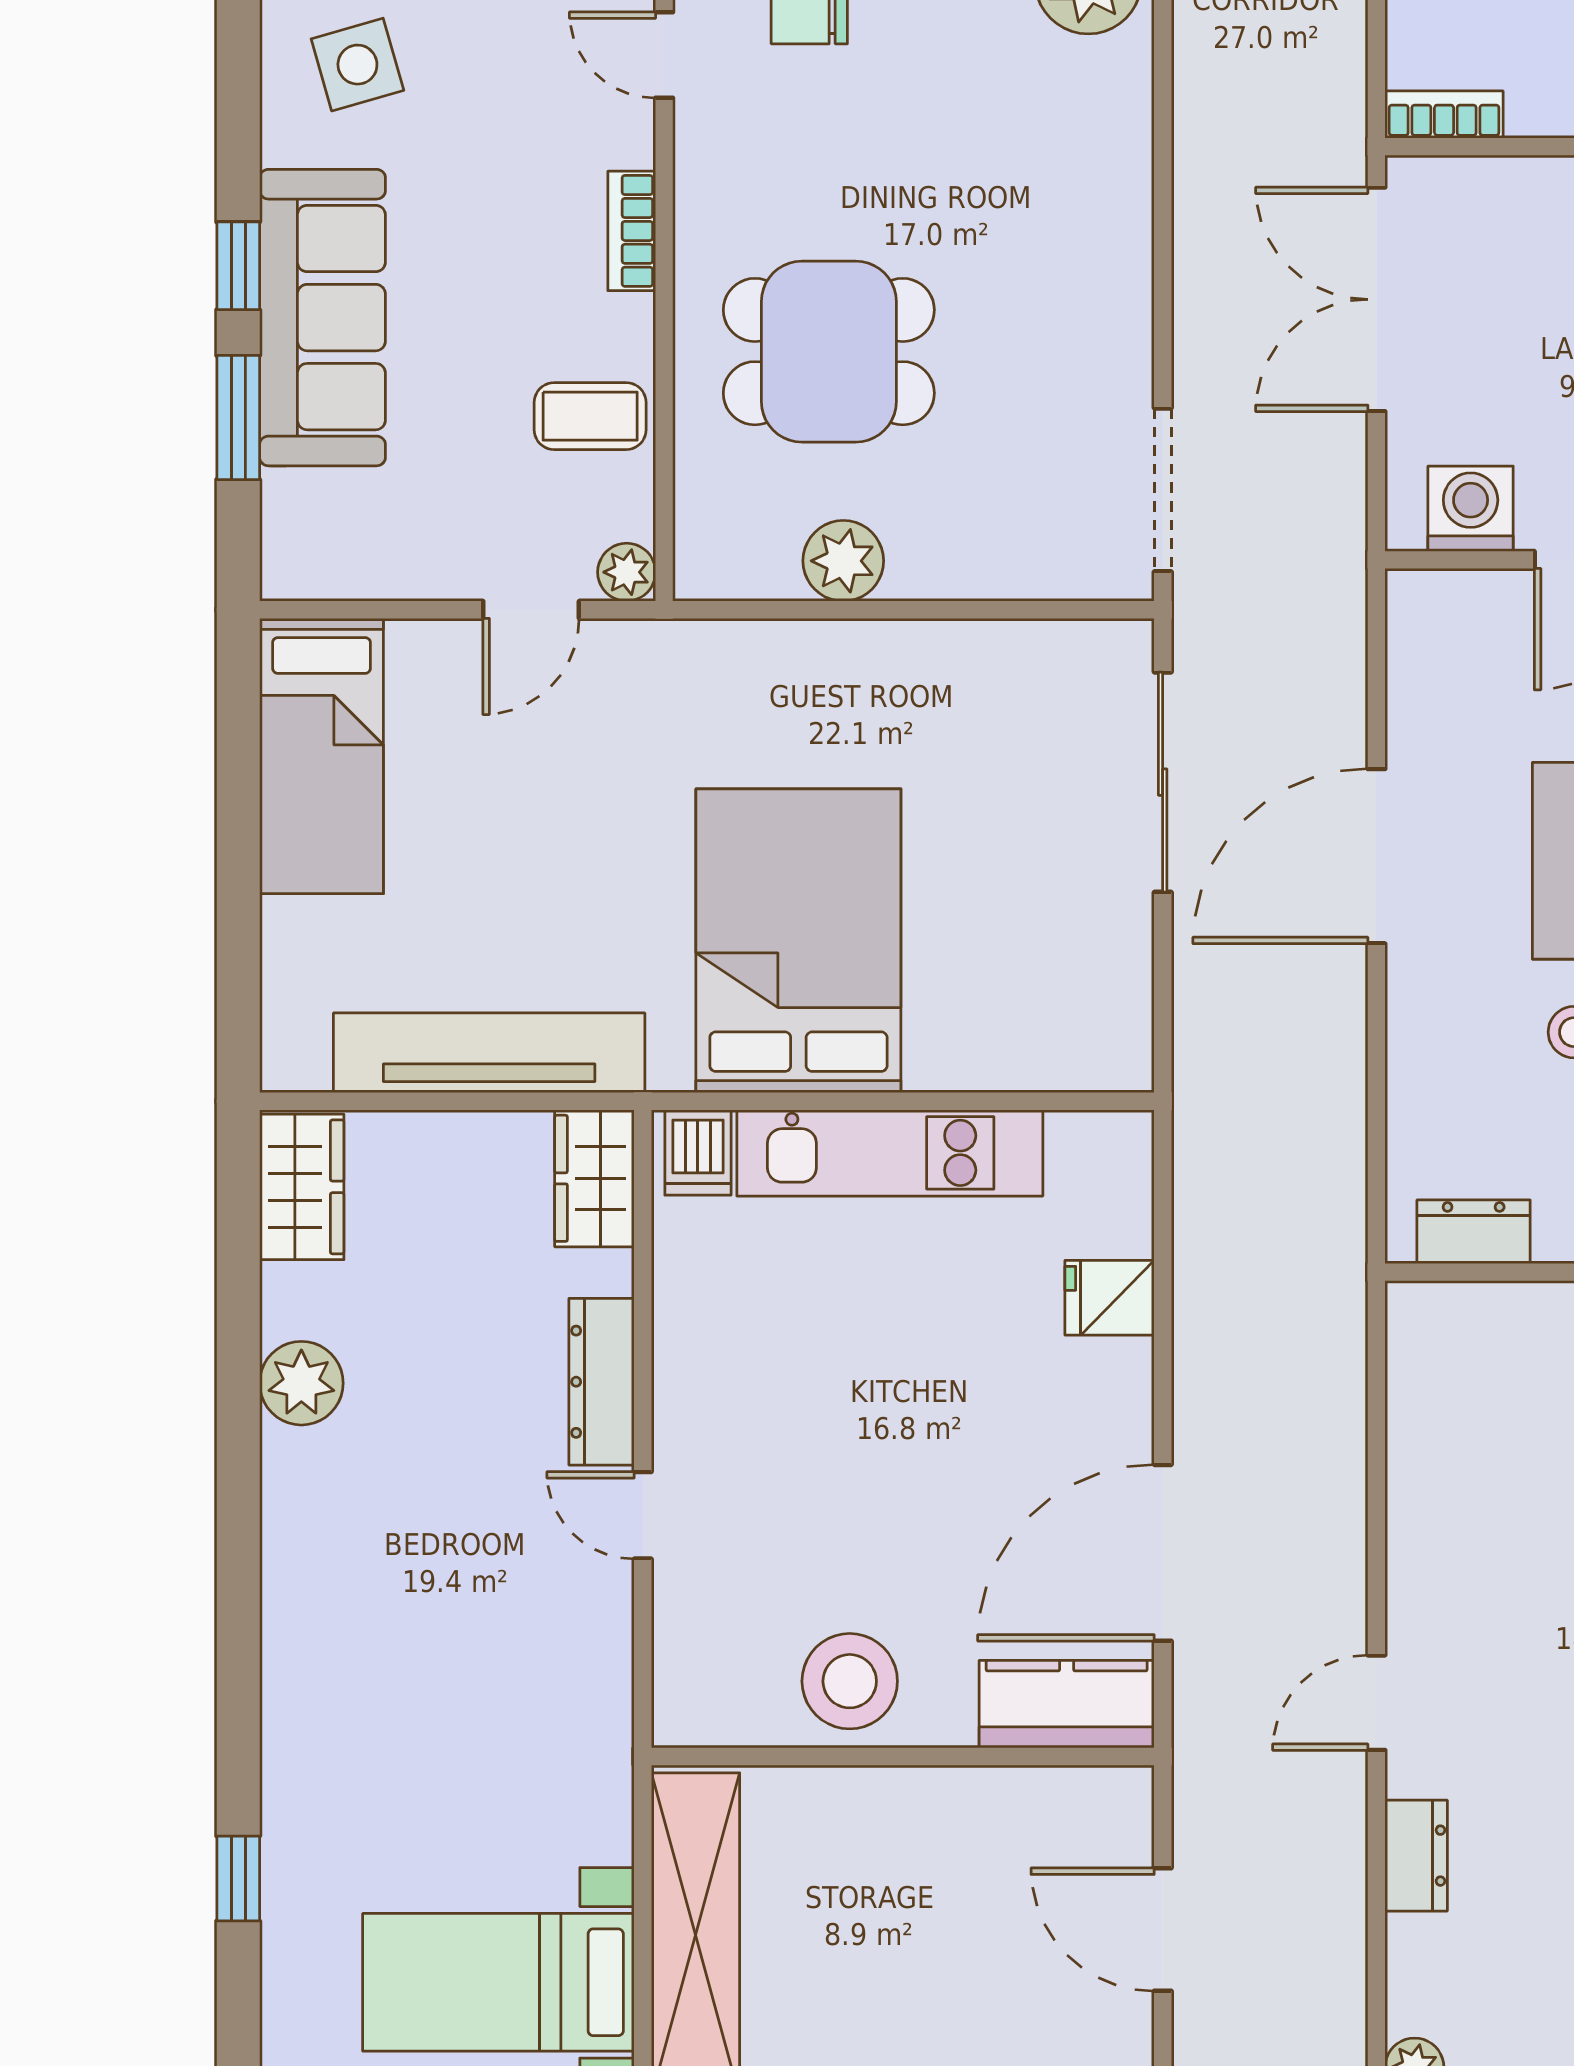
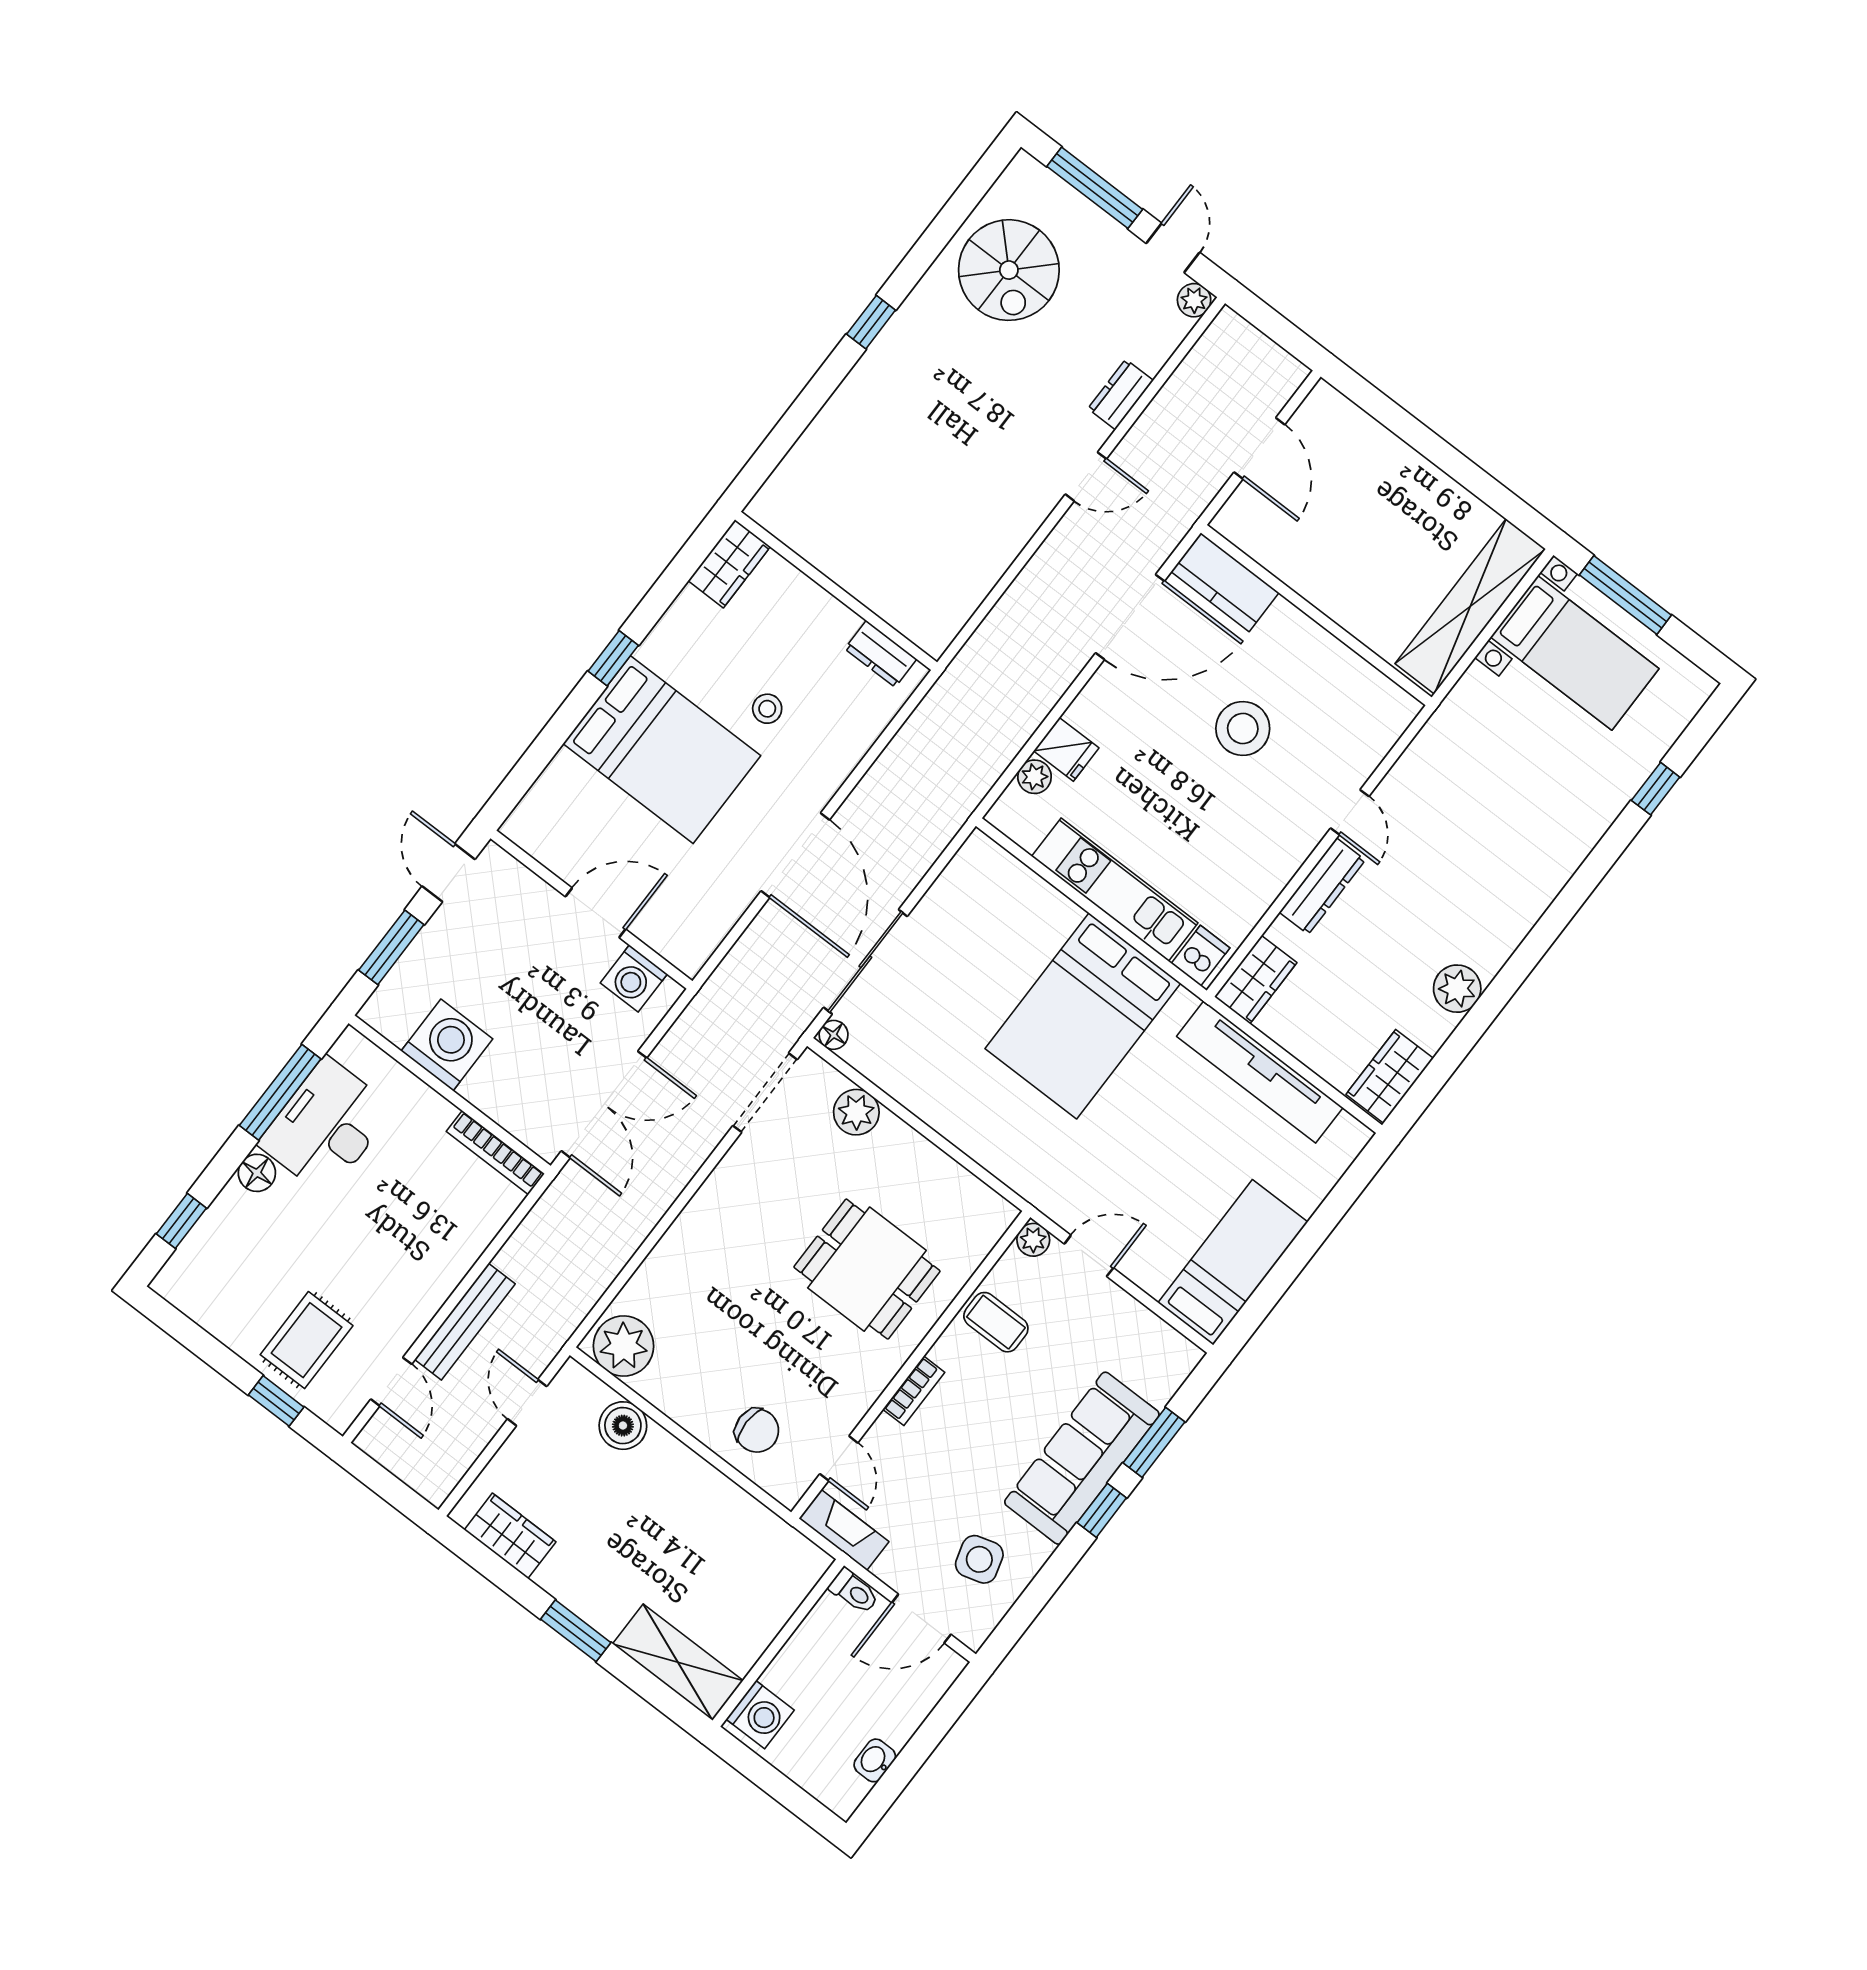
bookcase: (1444, 115) -> (495, 1153), width x1.56
plant: (843, 561) -> (856, 1112), moved
floor lamp: (1129, 645) -> (834, 1035), added
door: (1376, 856) -> (795, 855), hinge flipped
plant: (1125, 1225) -> (1035, 777), added
stool: (850, 1681) -> (1243, 728), moved

